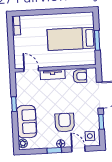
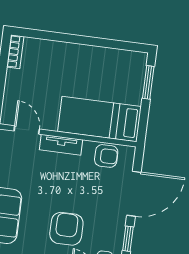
bed: (71, 39) -> (99, 119), moved
window: (97, 40) -> (148, 82), moved

